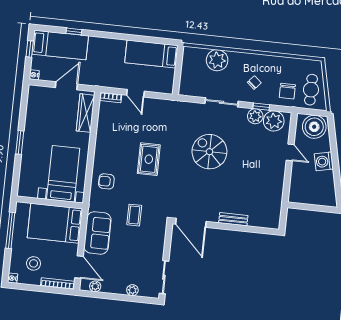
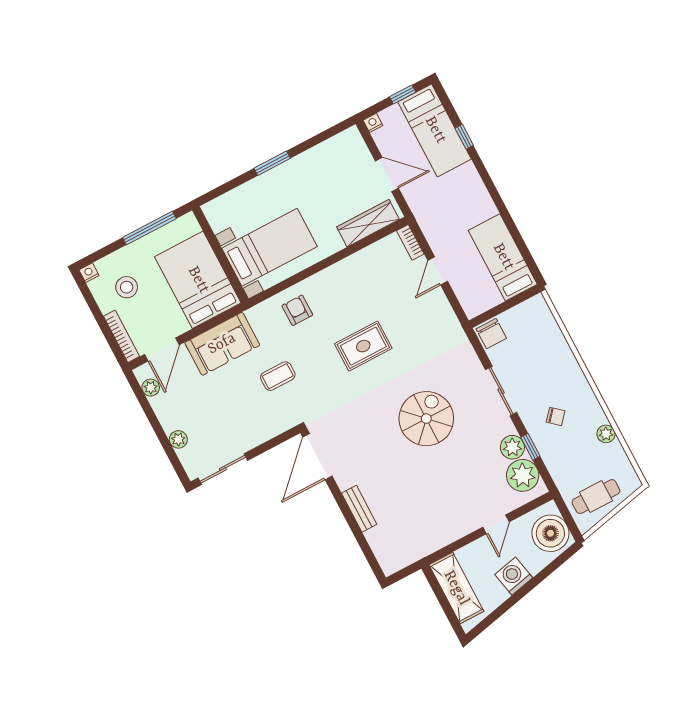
plant: (217, 60) -> (606, 434), moved, width x0.53, depth x0.53
chair: (287, 91) -> (491, 334), moved, turned -90
shelving: (310, 196) -> (456, 588), added

